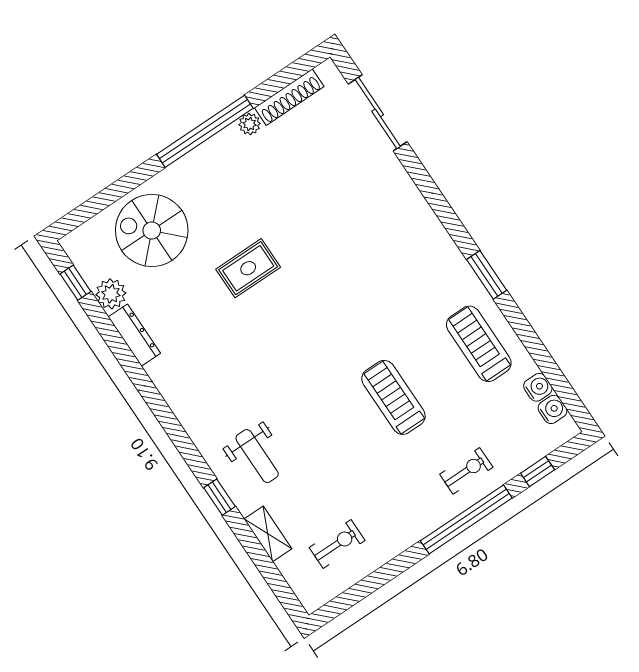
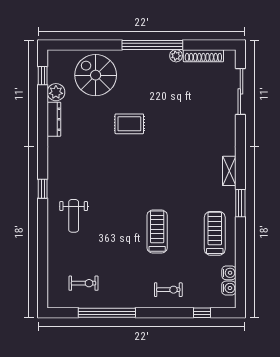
window: (220, 497) -> (43, 189), moved
window: (466, 519) -> (107, 313), moved
shelving: (268, 534) -> (229, 171), moved

